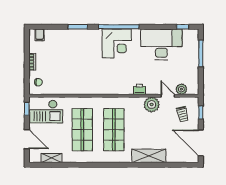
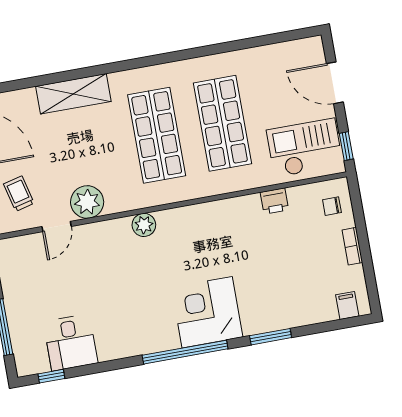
corner desk: (117, 43) -> (207, 312), moved
desk: (161, 44) -> (71, 342), width x0.53, depth x0.77
printer: (139, 89) -> (274, 201), moved
plant: (181, 89) -> (144, 225), moved
door: (168, 96) -> (57, 226), hinge flipped
shelving: (51, 158) -> (276, 53), removed

